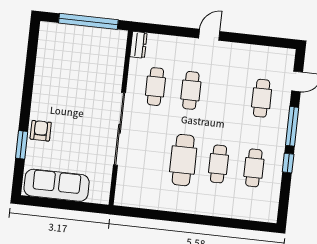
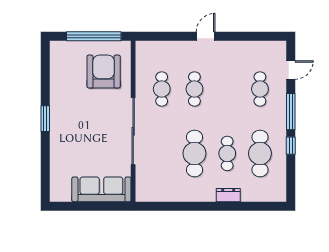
dresser: (138, 45) -> (228, 195), moved, turned -90
armchair: (41, 131) -> (104, 71), moved, width x1.88, depth x1.88
window: (22, 145) -> (45, 119), moved
cafe table: (254, 168) -> (260, 153), width x1.37, depth x1.35
sofa: (57, 185) -> (101, 189), moved

